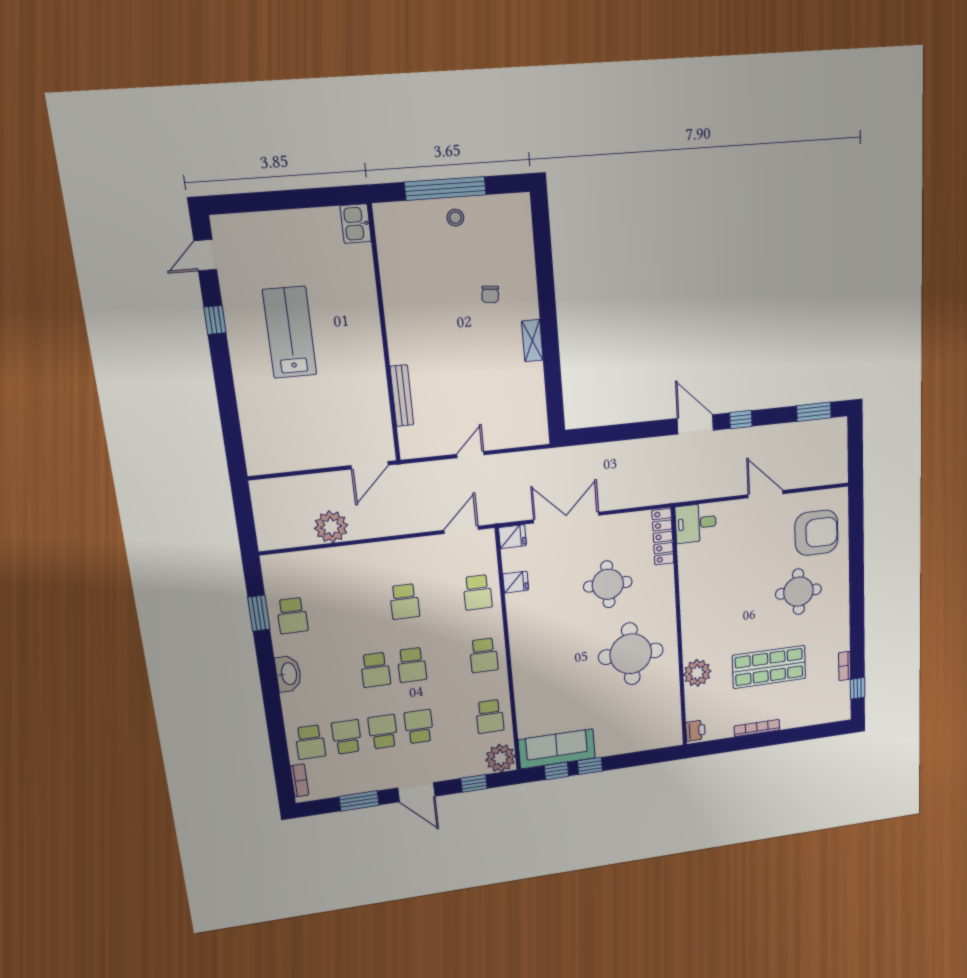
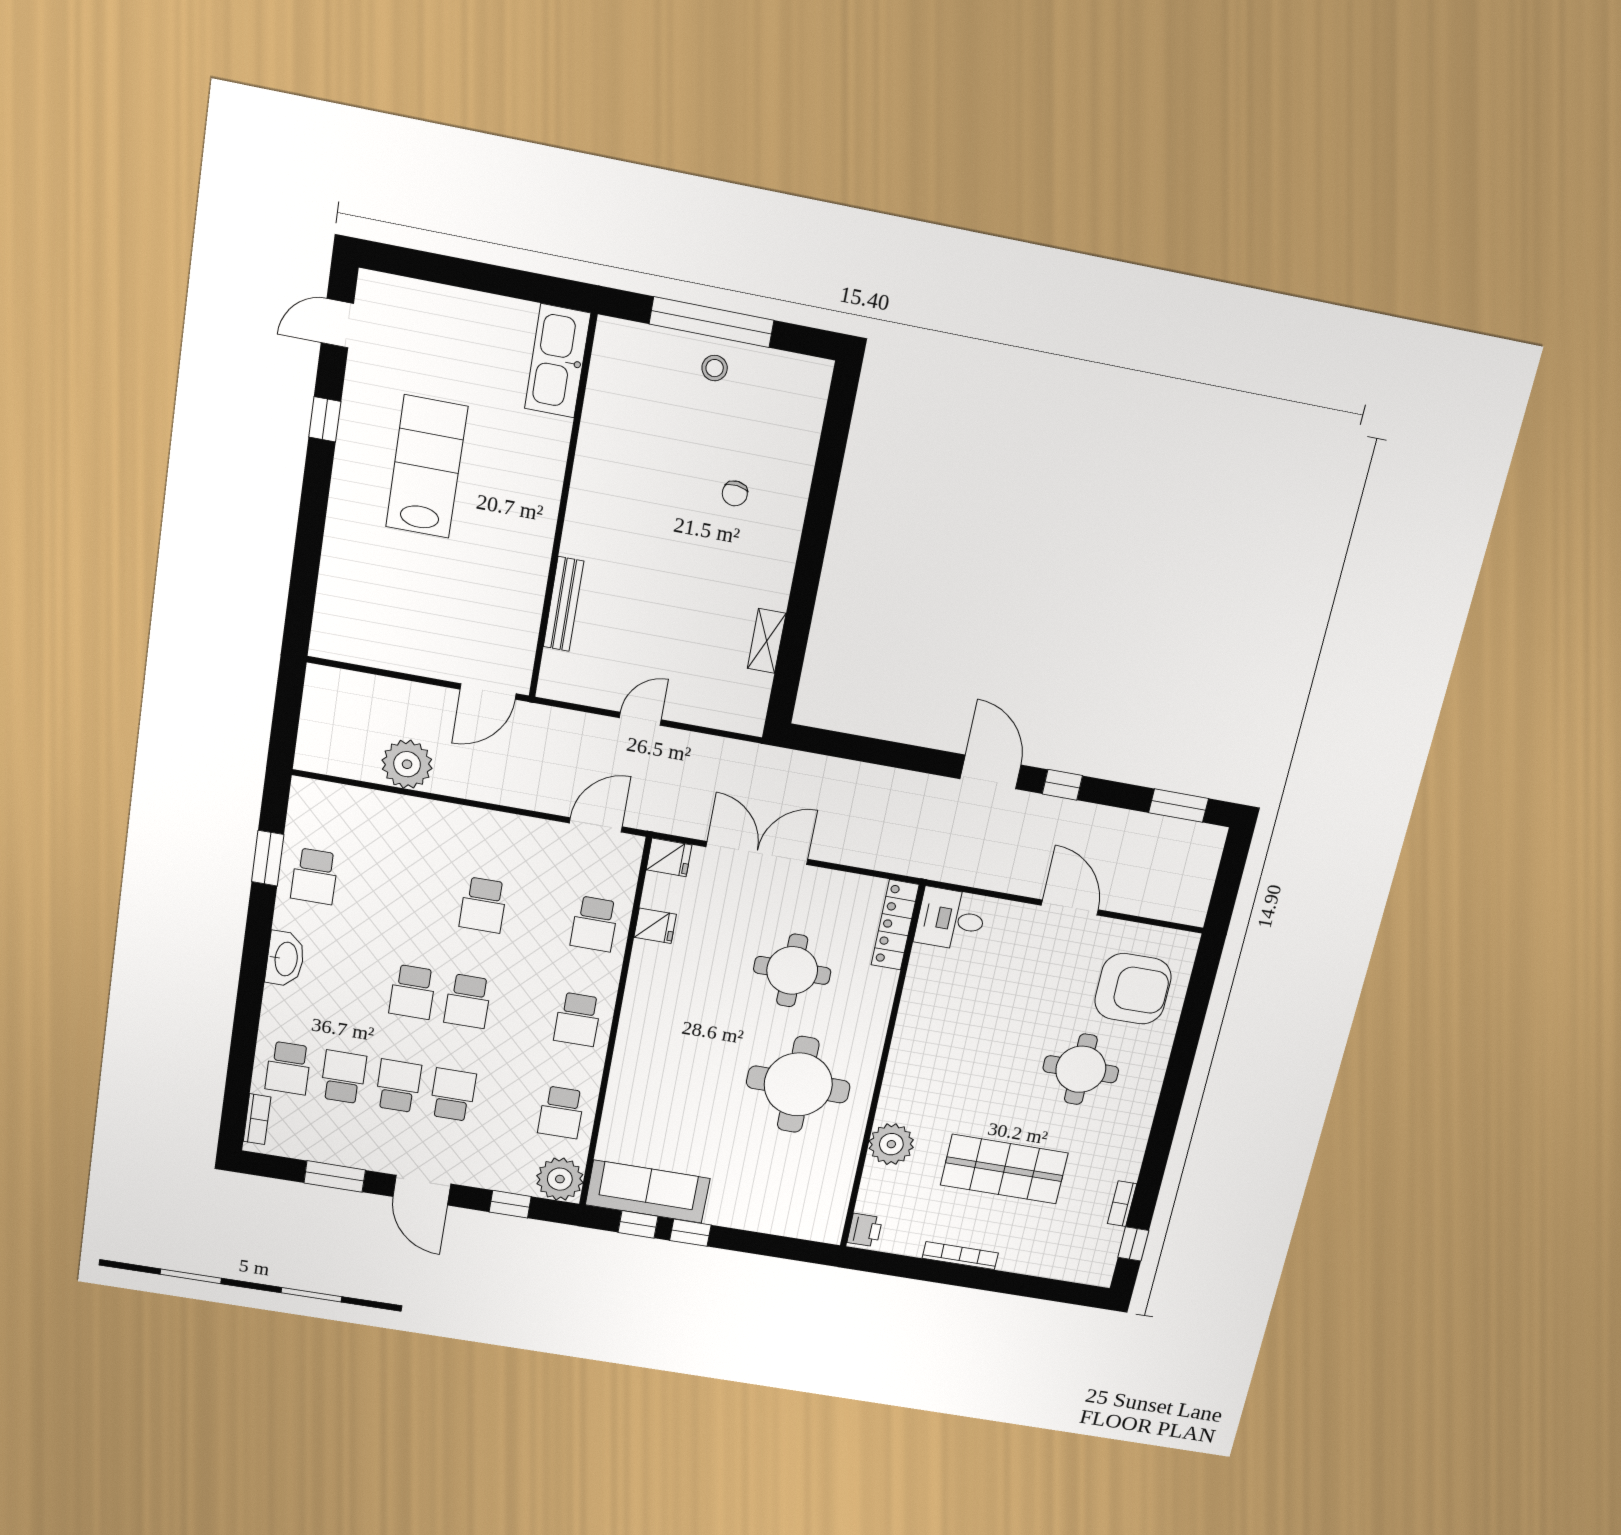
kitchen sink: (356, 224) -> (557, 361), width x1.87, depth x1.24
shelving: (532, 341) -> (767, 641), moved

